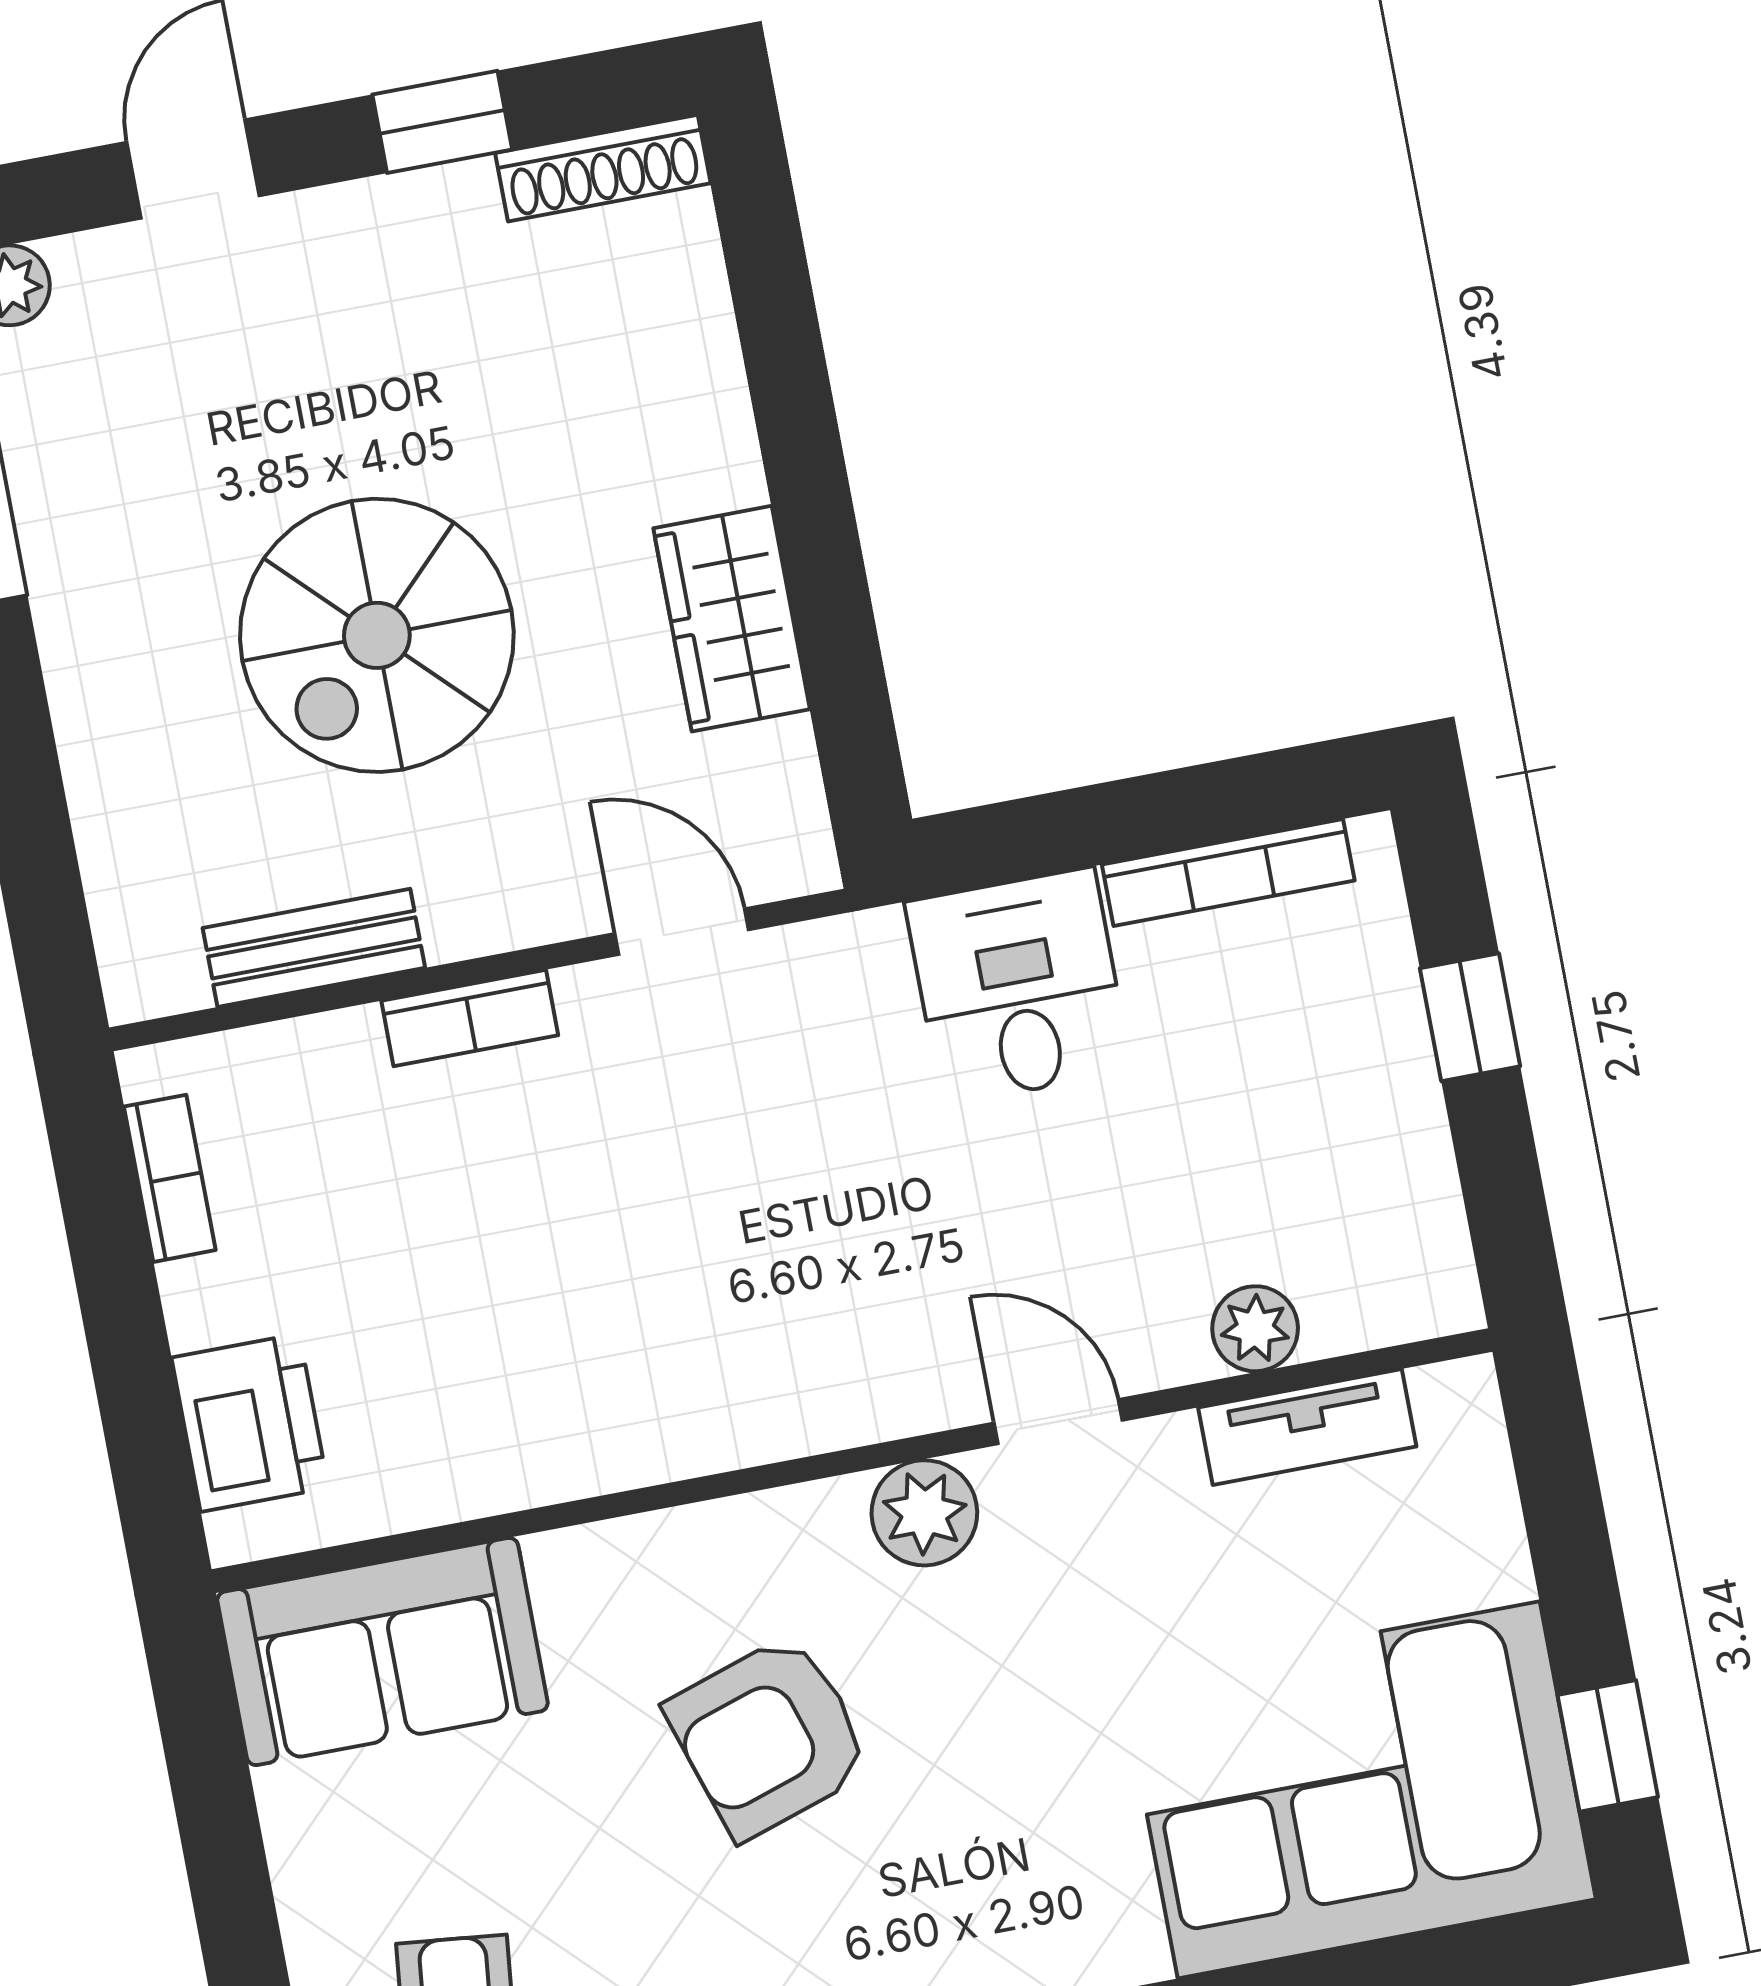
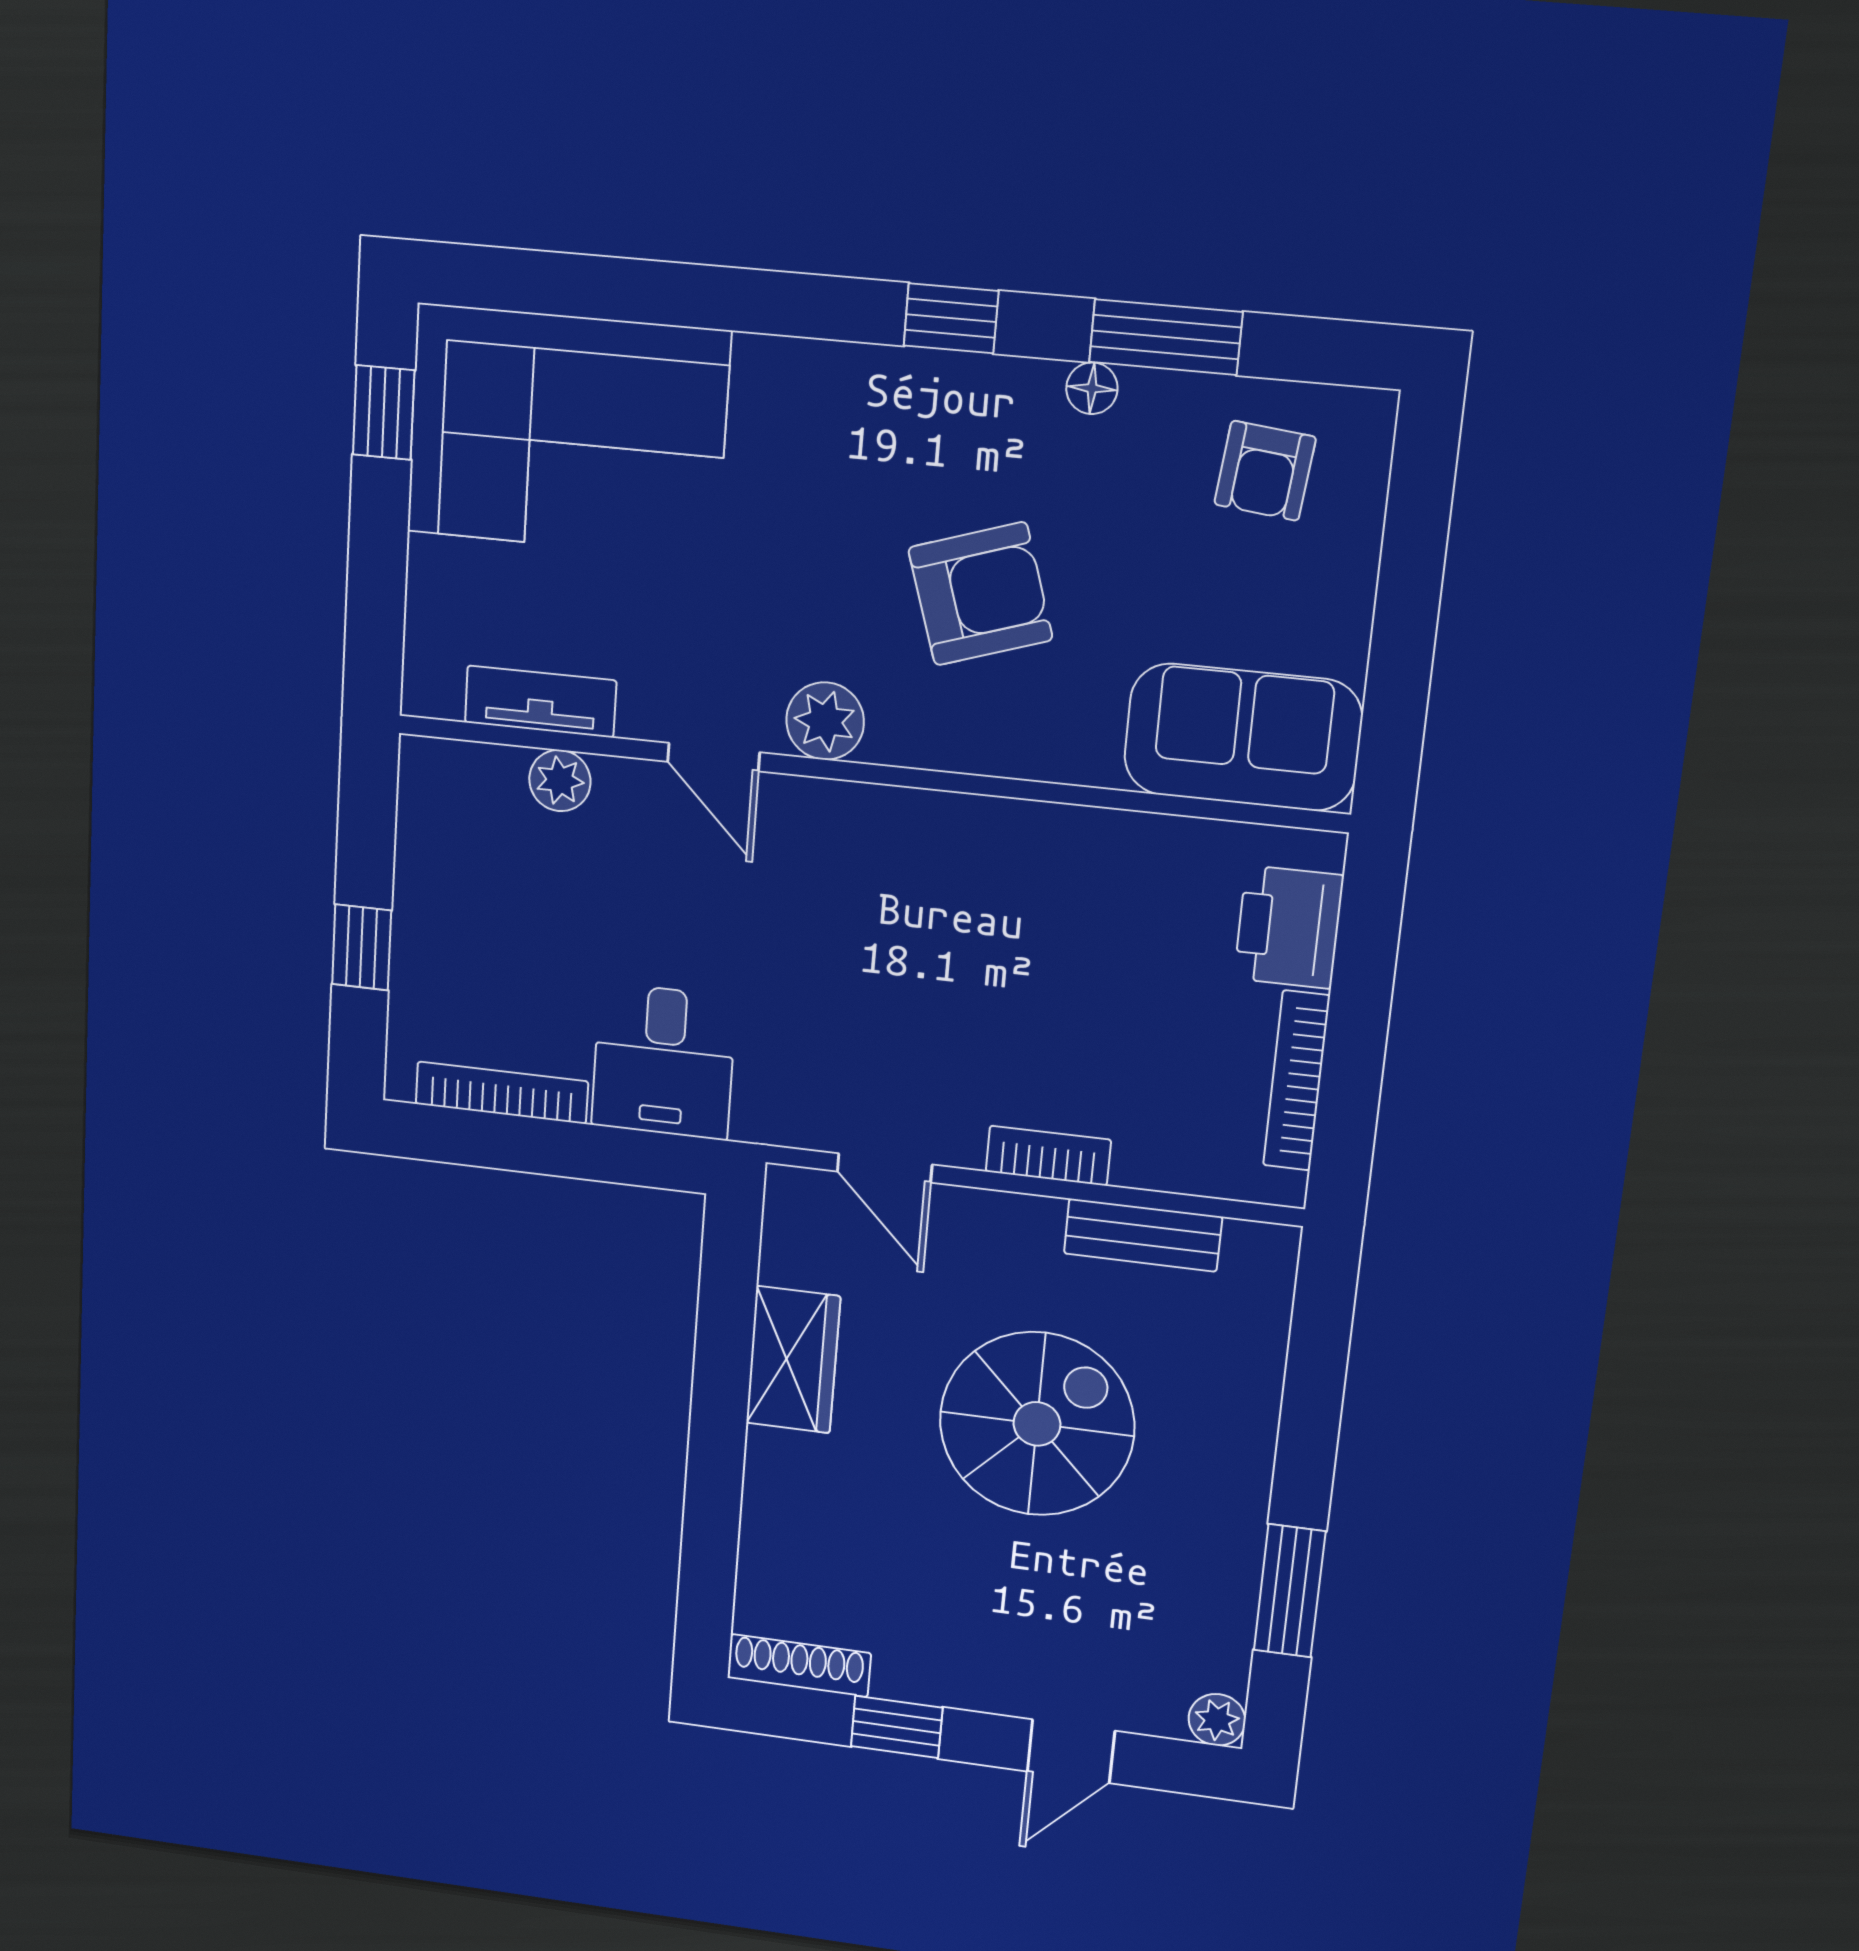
bookcase: (170, 1178) -> (1296, 1081), width x1.56

